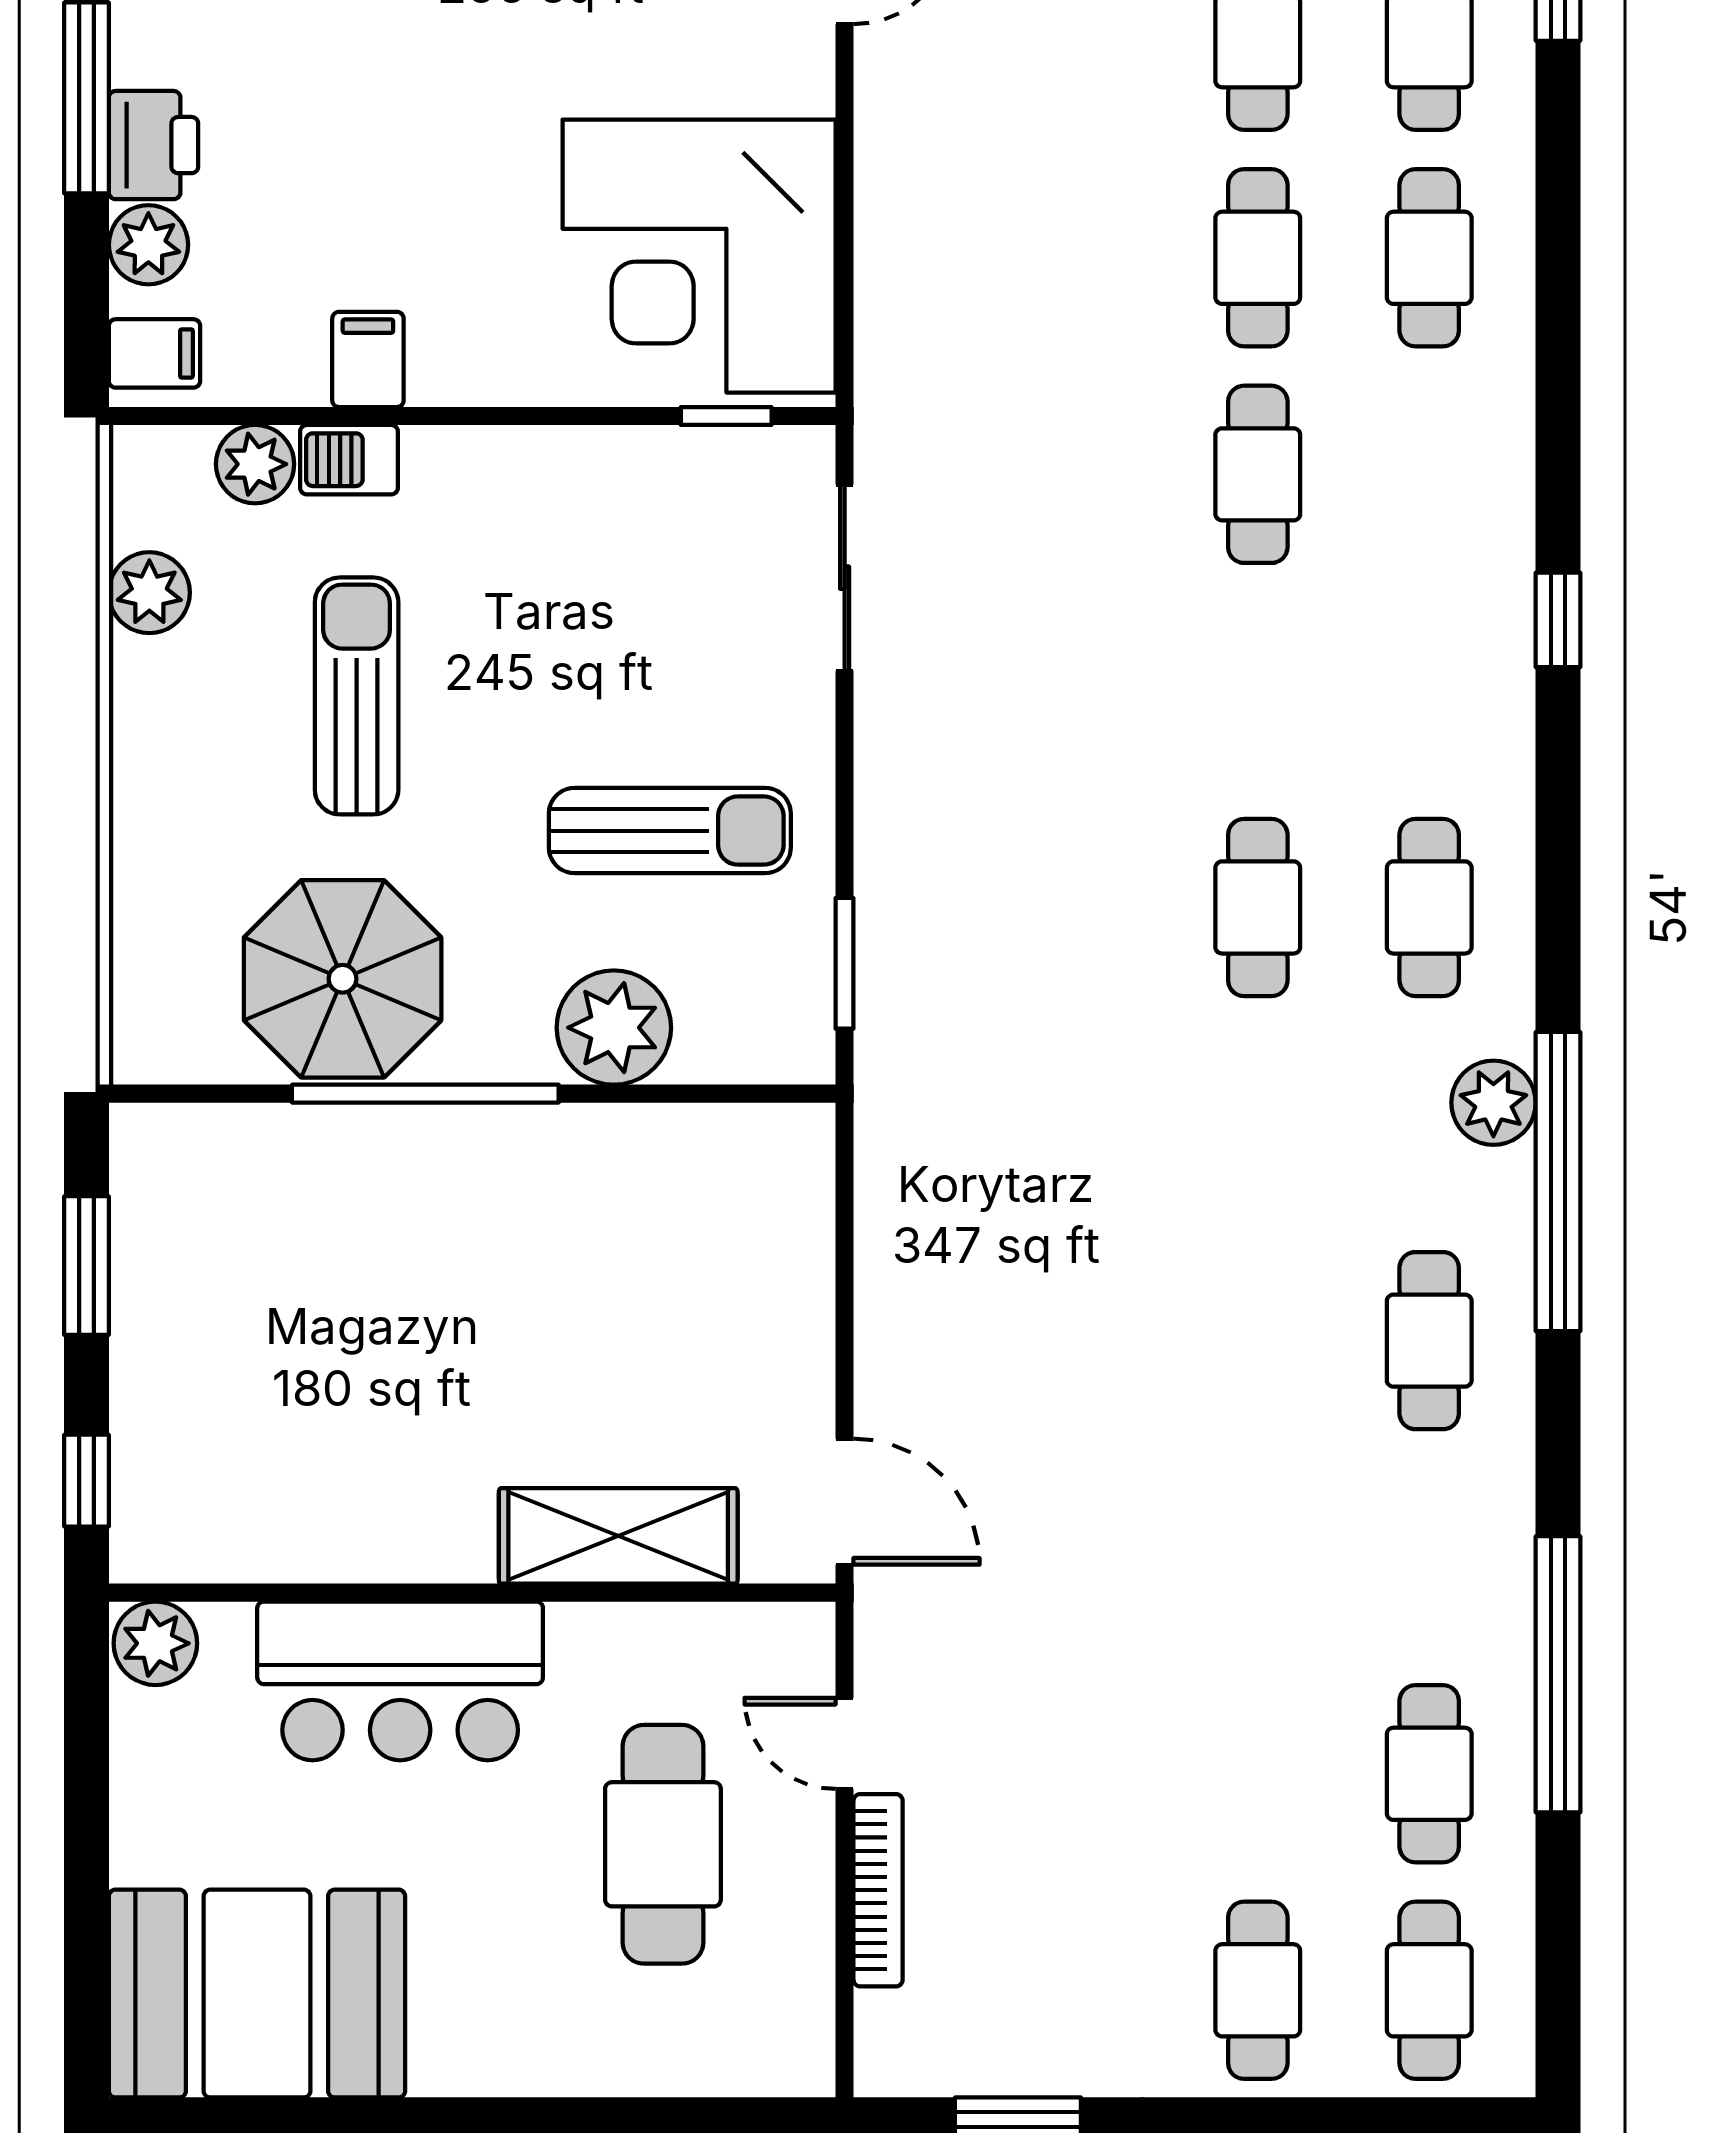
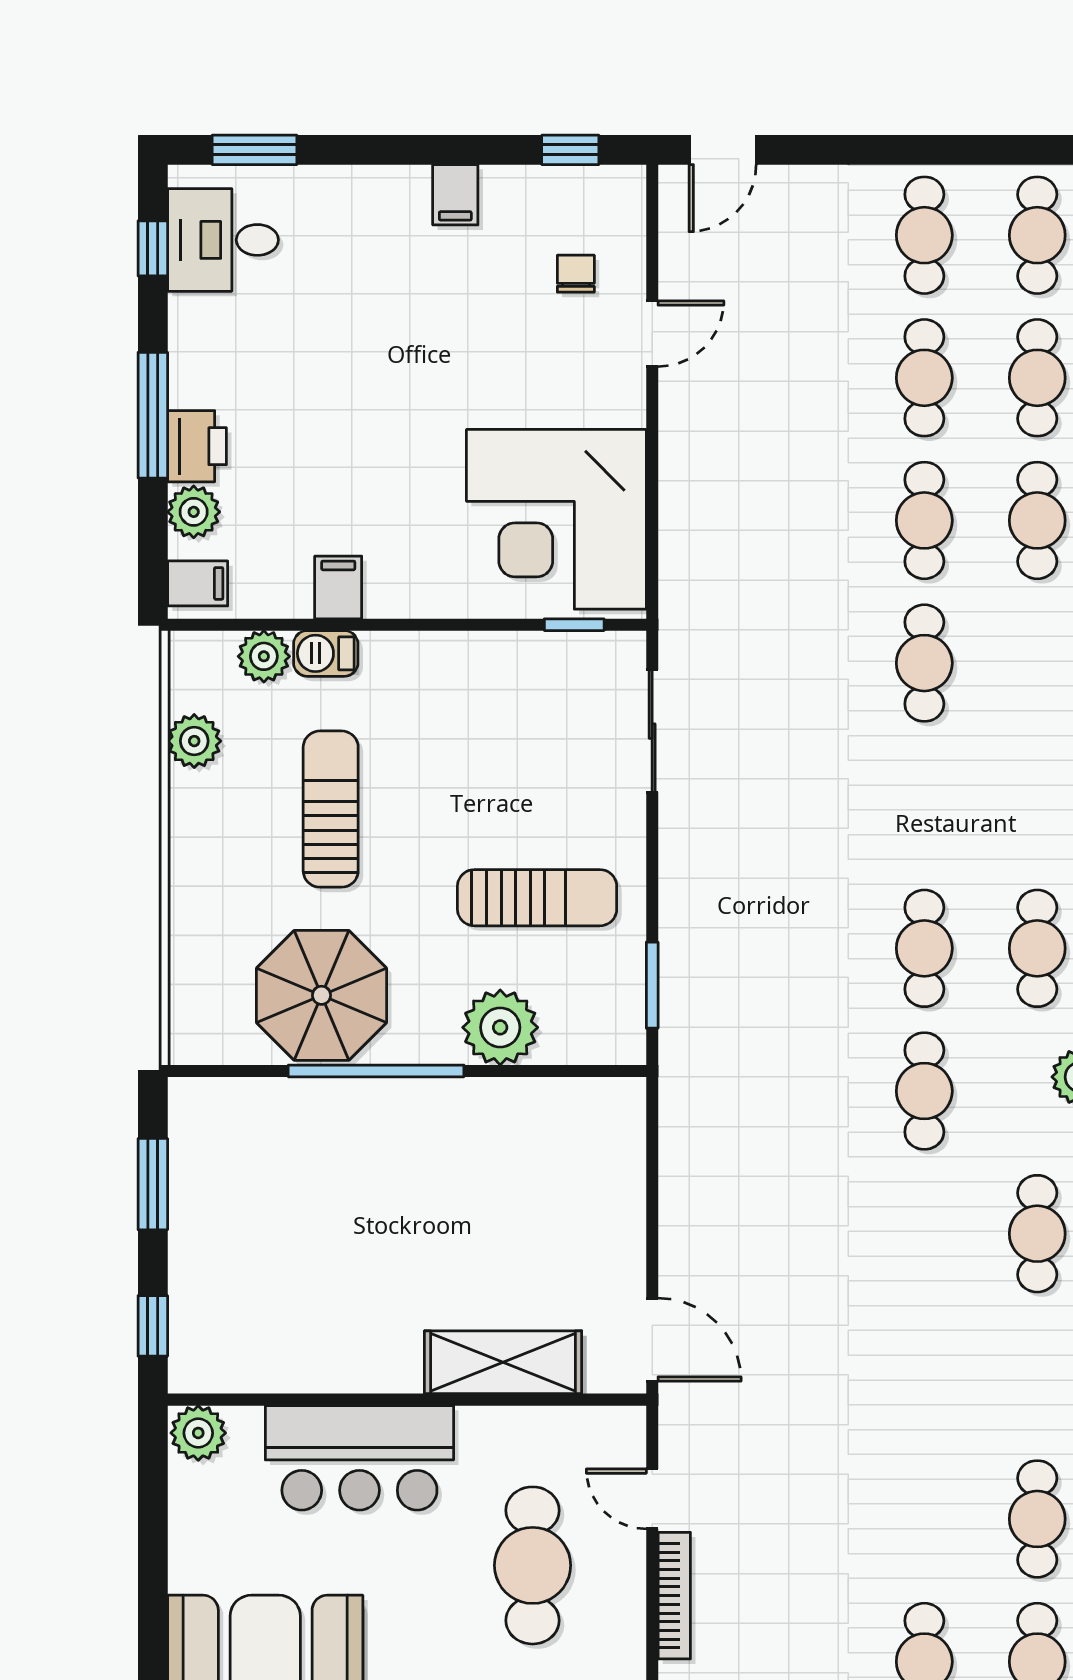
cafe table: (1258, 1124) -> (924, 1091), added

